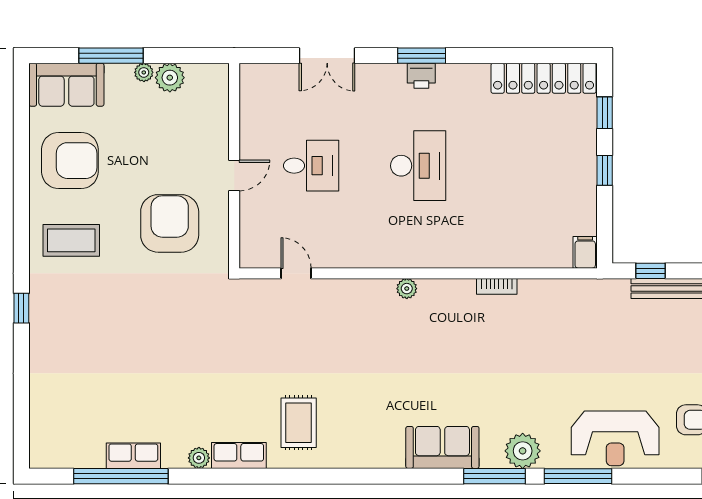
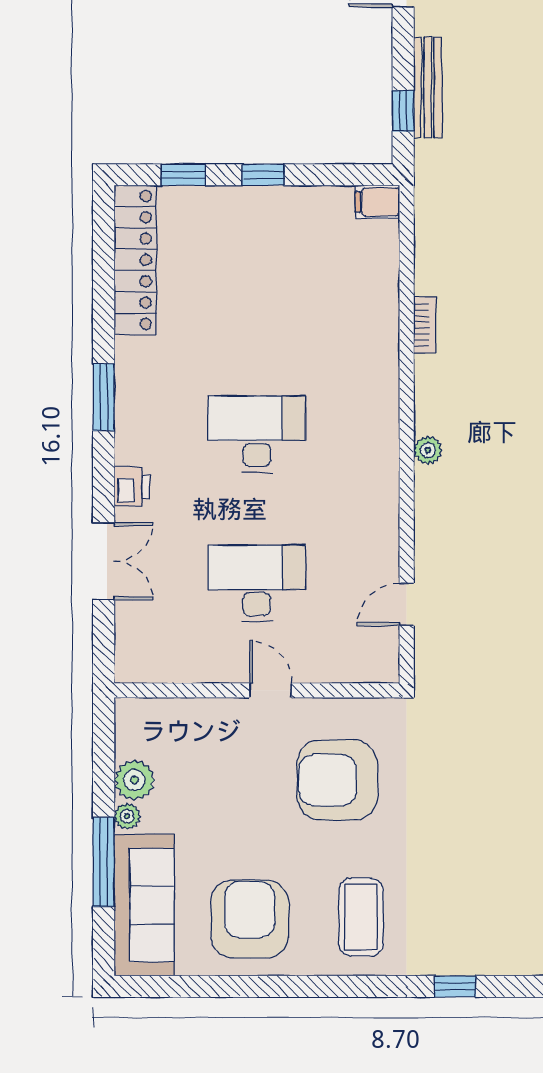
window: (422, 56) -> (104, 397), moved
printer: (421, 76) -> (132, 487), moved
sofa: (66, 85) -> (144, 905), width x1.36
desk: (311, 166) -> (257, 583), width x1.37

